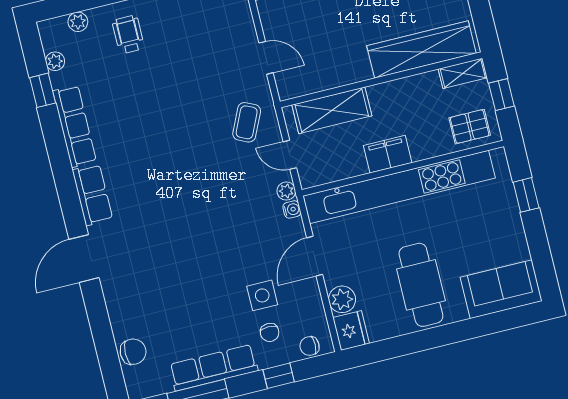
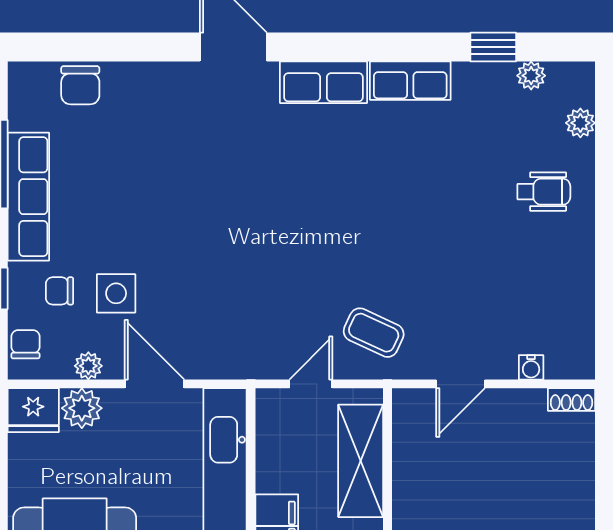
row of seats: (75, 126) -> (410, 81), width x0.68
plant: (286, 191) -> (88, 366), moved
water cooler: (292, 209) -> (531, 367), moved

